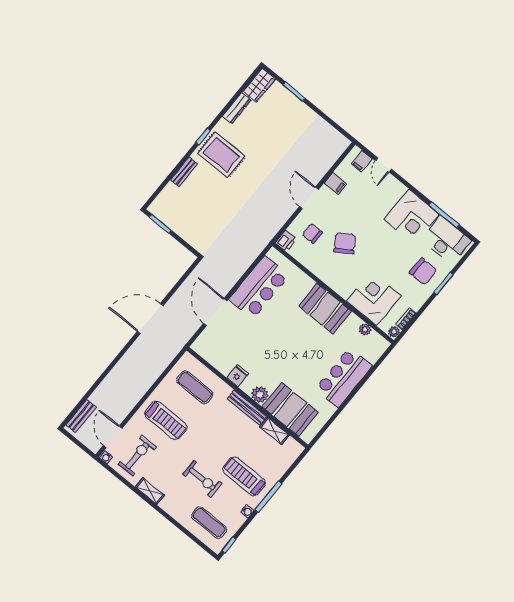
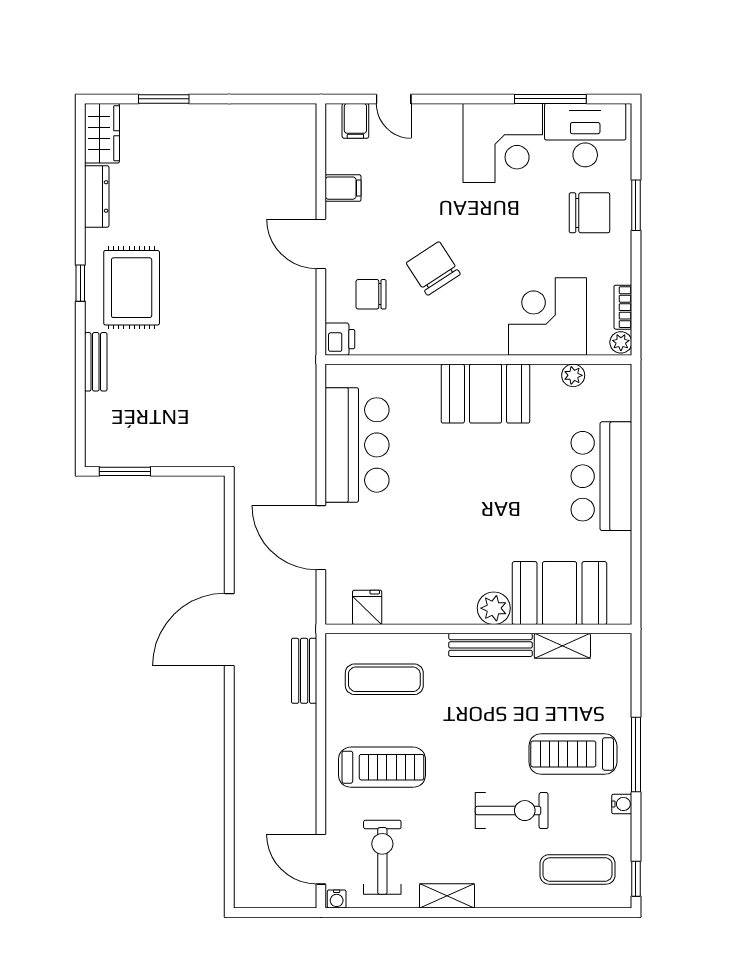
rug: (221, 155) -> (132, 288), turned 90
fridge: (238, 376) -> (367, 607), moved
bench: (81, 416) -> (304, 671), moved

